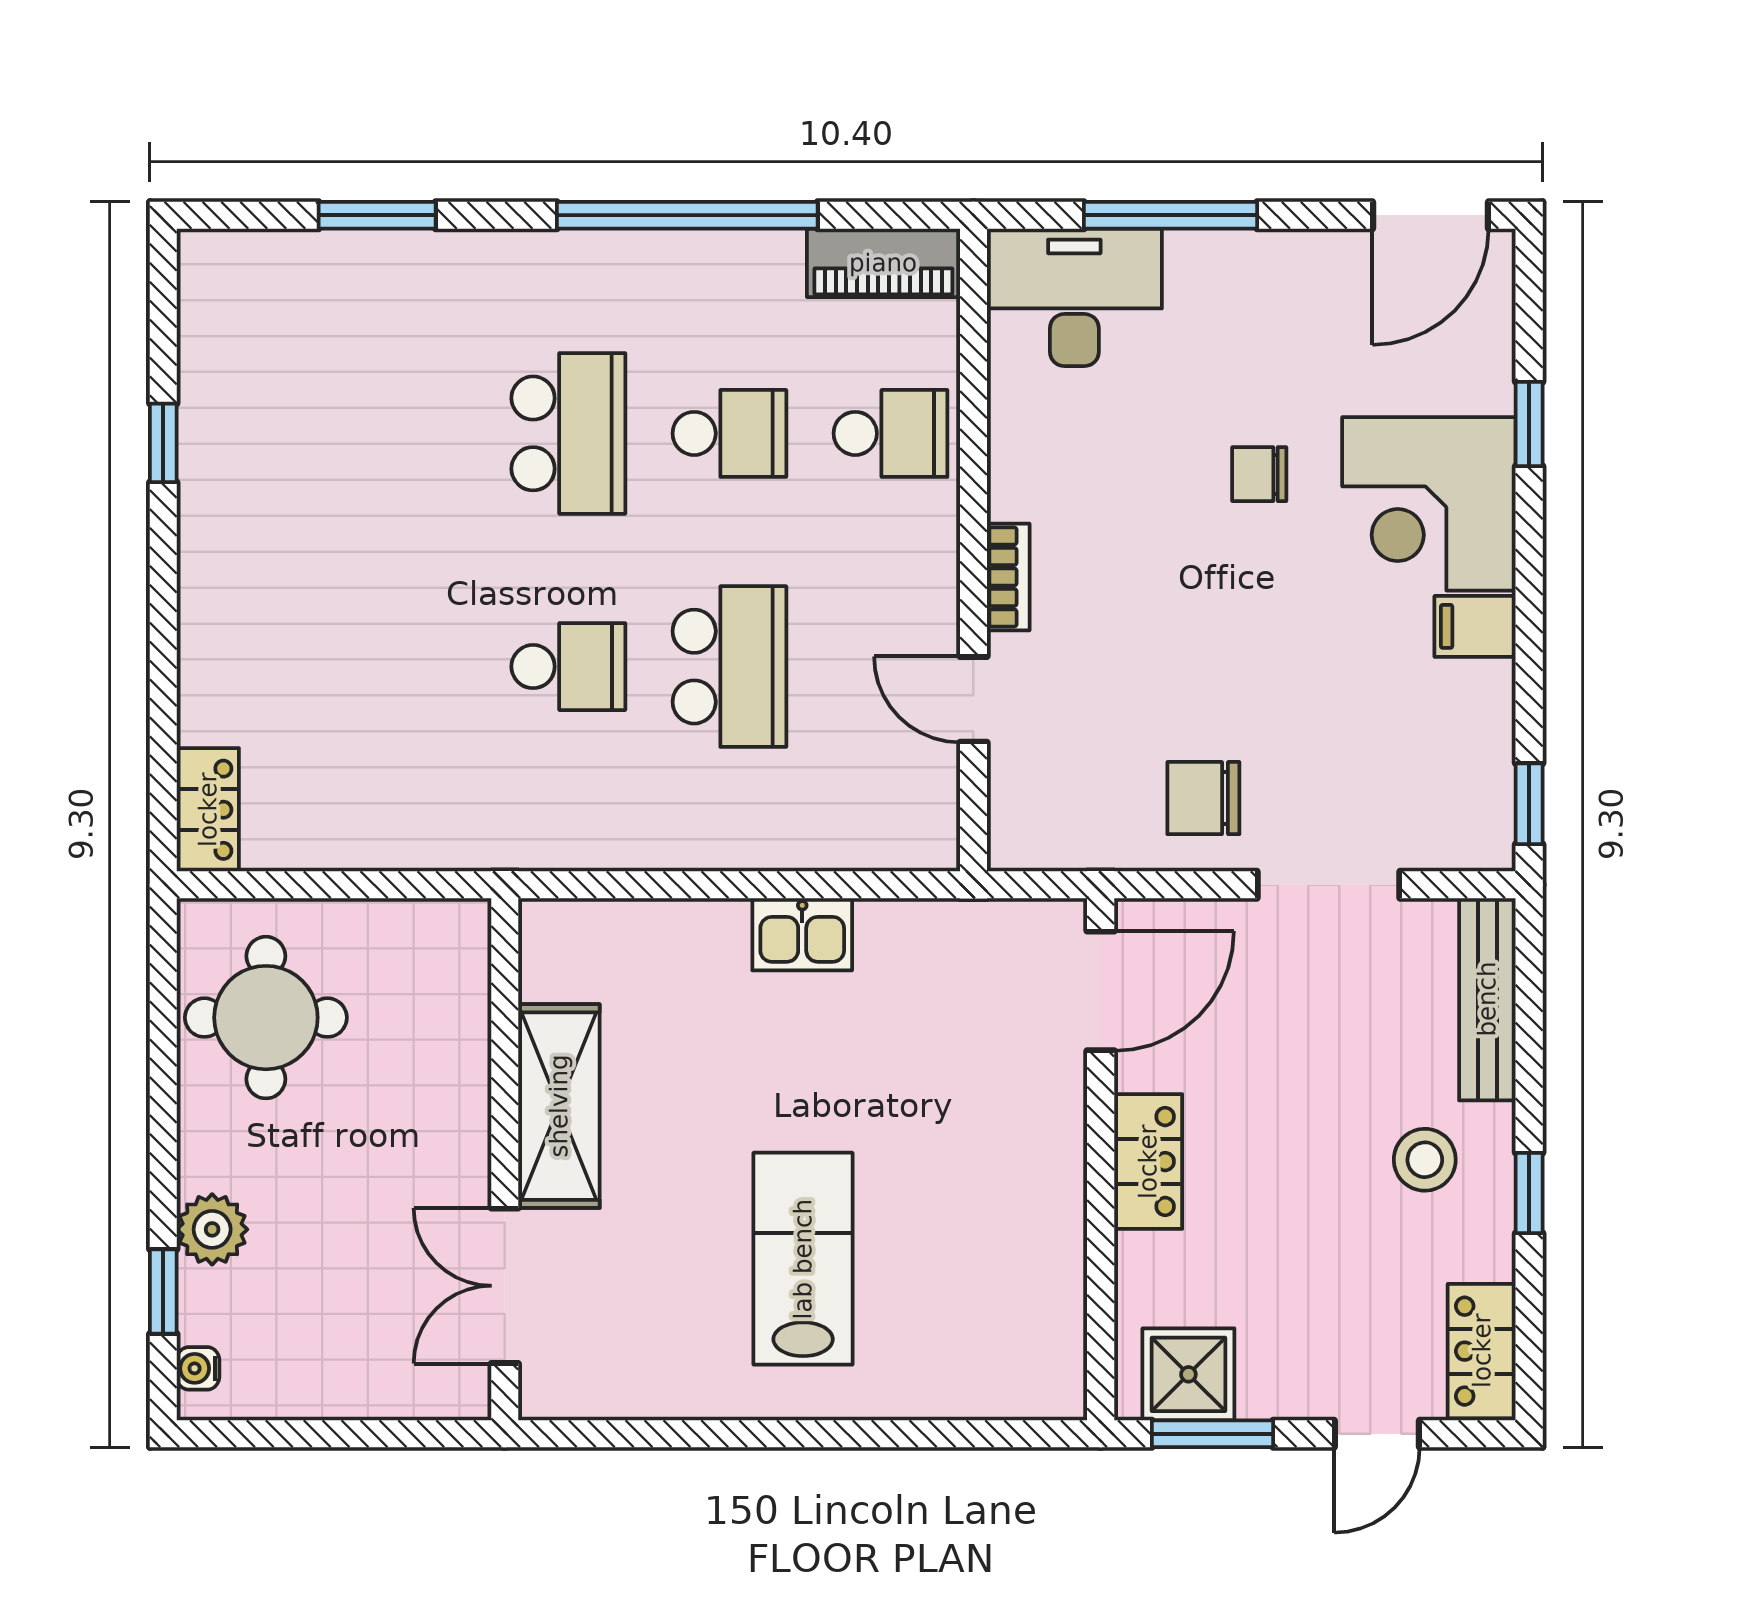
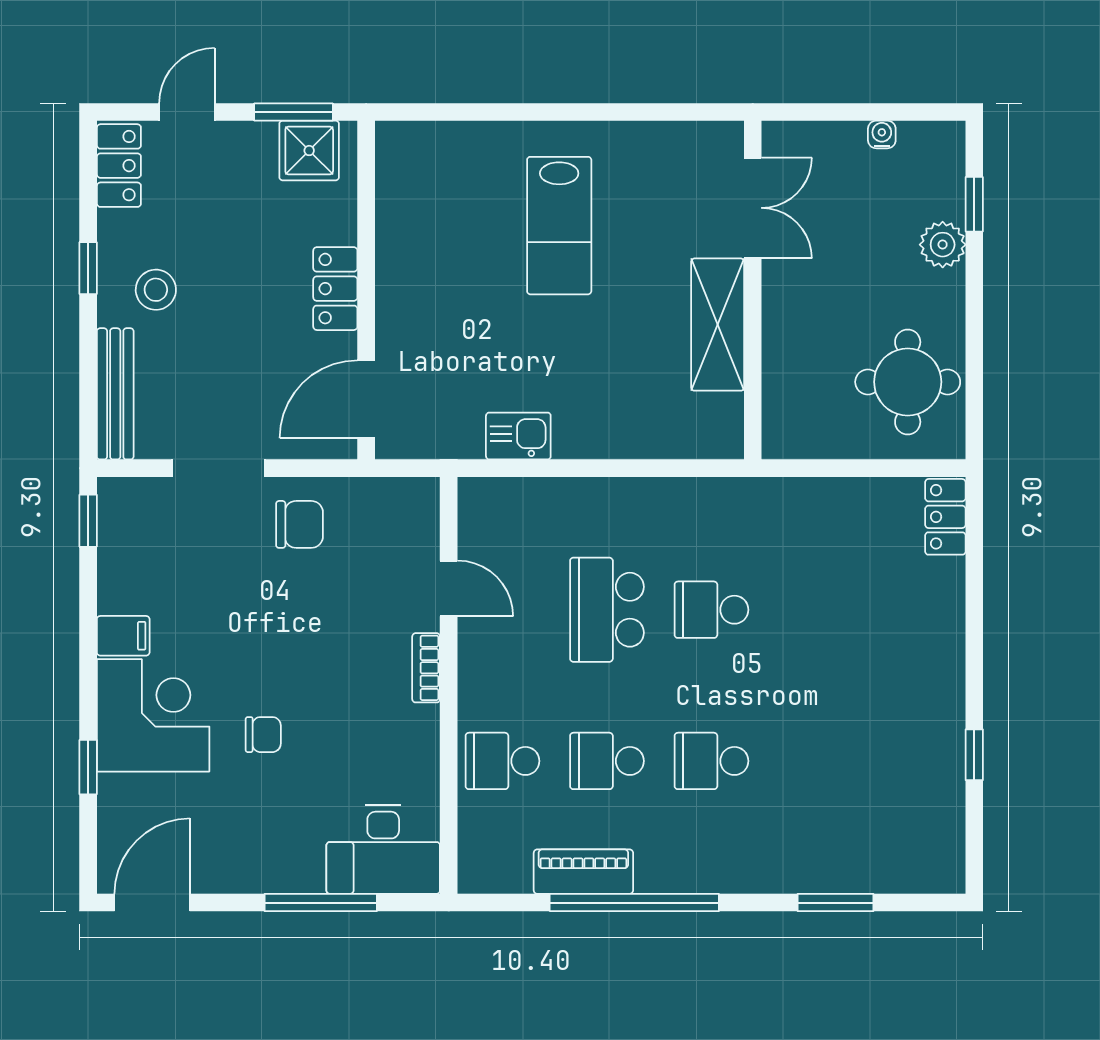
piano: (883, 263) -> (583, 872), moved
school desk: (568, 433) -> (711, 761), width x0.54
kitchen sink: (802, 934) -> (518, 436), moved
water cooler: (198, 1368) -> (882, 134), moved, turned -90

